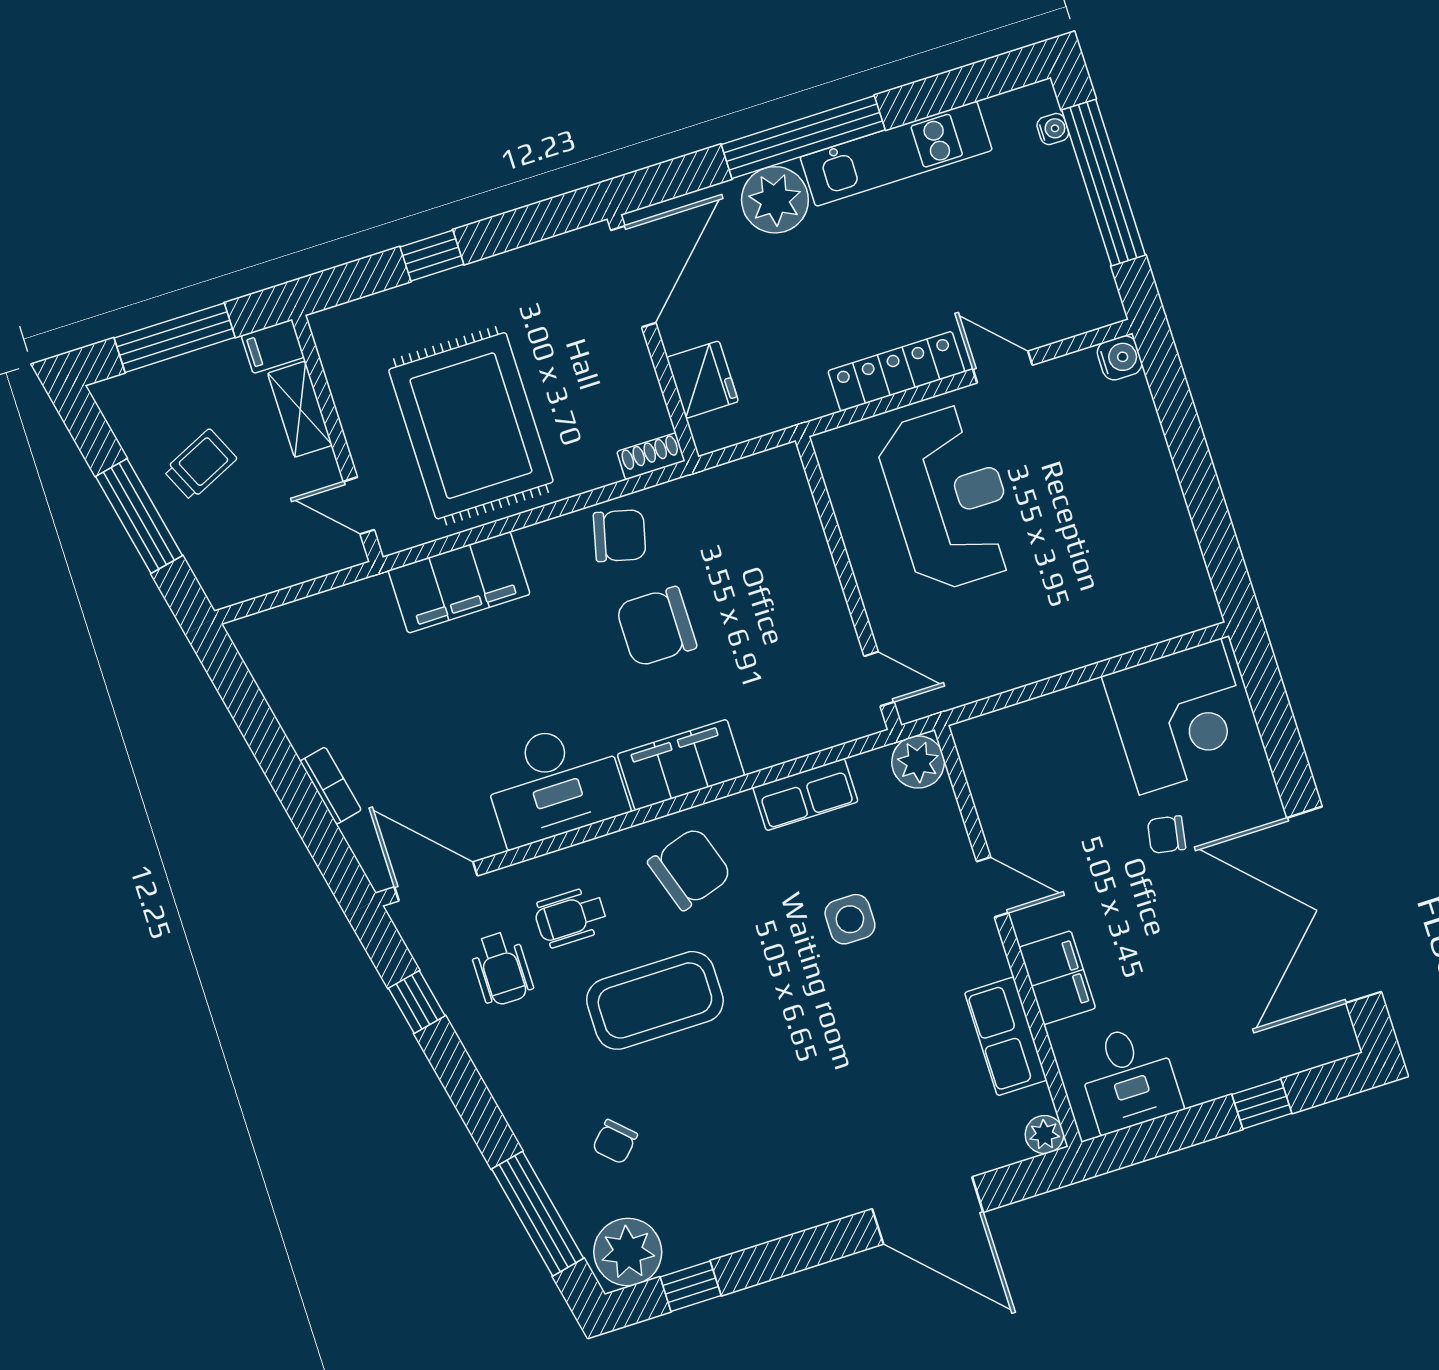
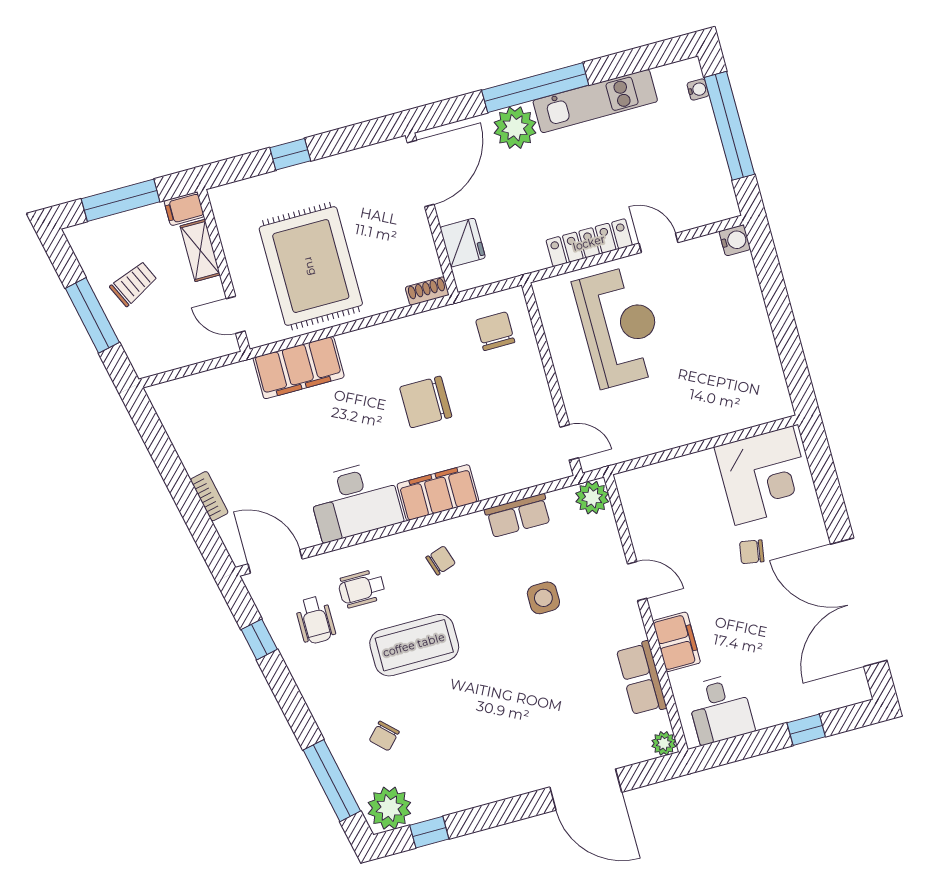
chair: (620, 536) -> (495, 331), moved, turned -104
chair: (690, 869) -> (441, 560), width x0.54, depth x0.54

